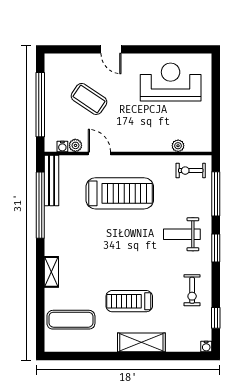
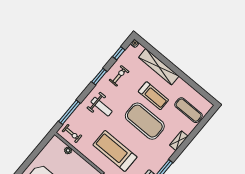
window: (216, 248) -> (99, 77), moved
exercise mat: (114, 261) -> (145, 121), added
shelving: (141, 342) -> (159, 67), width x1.47

